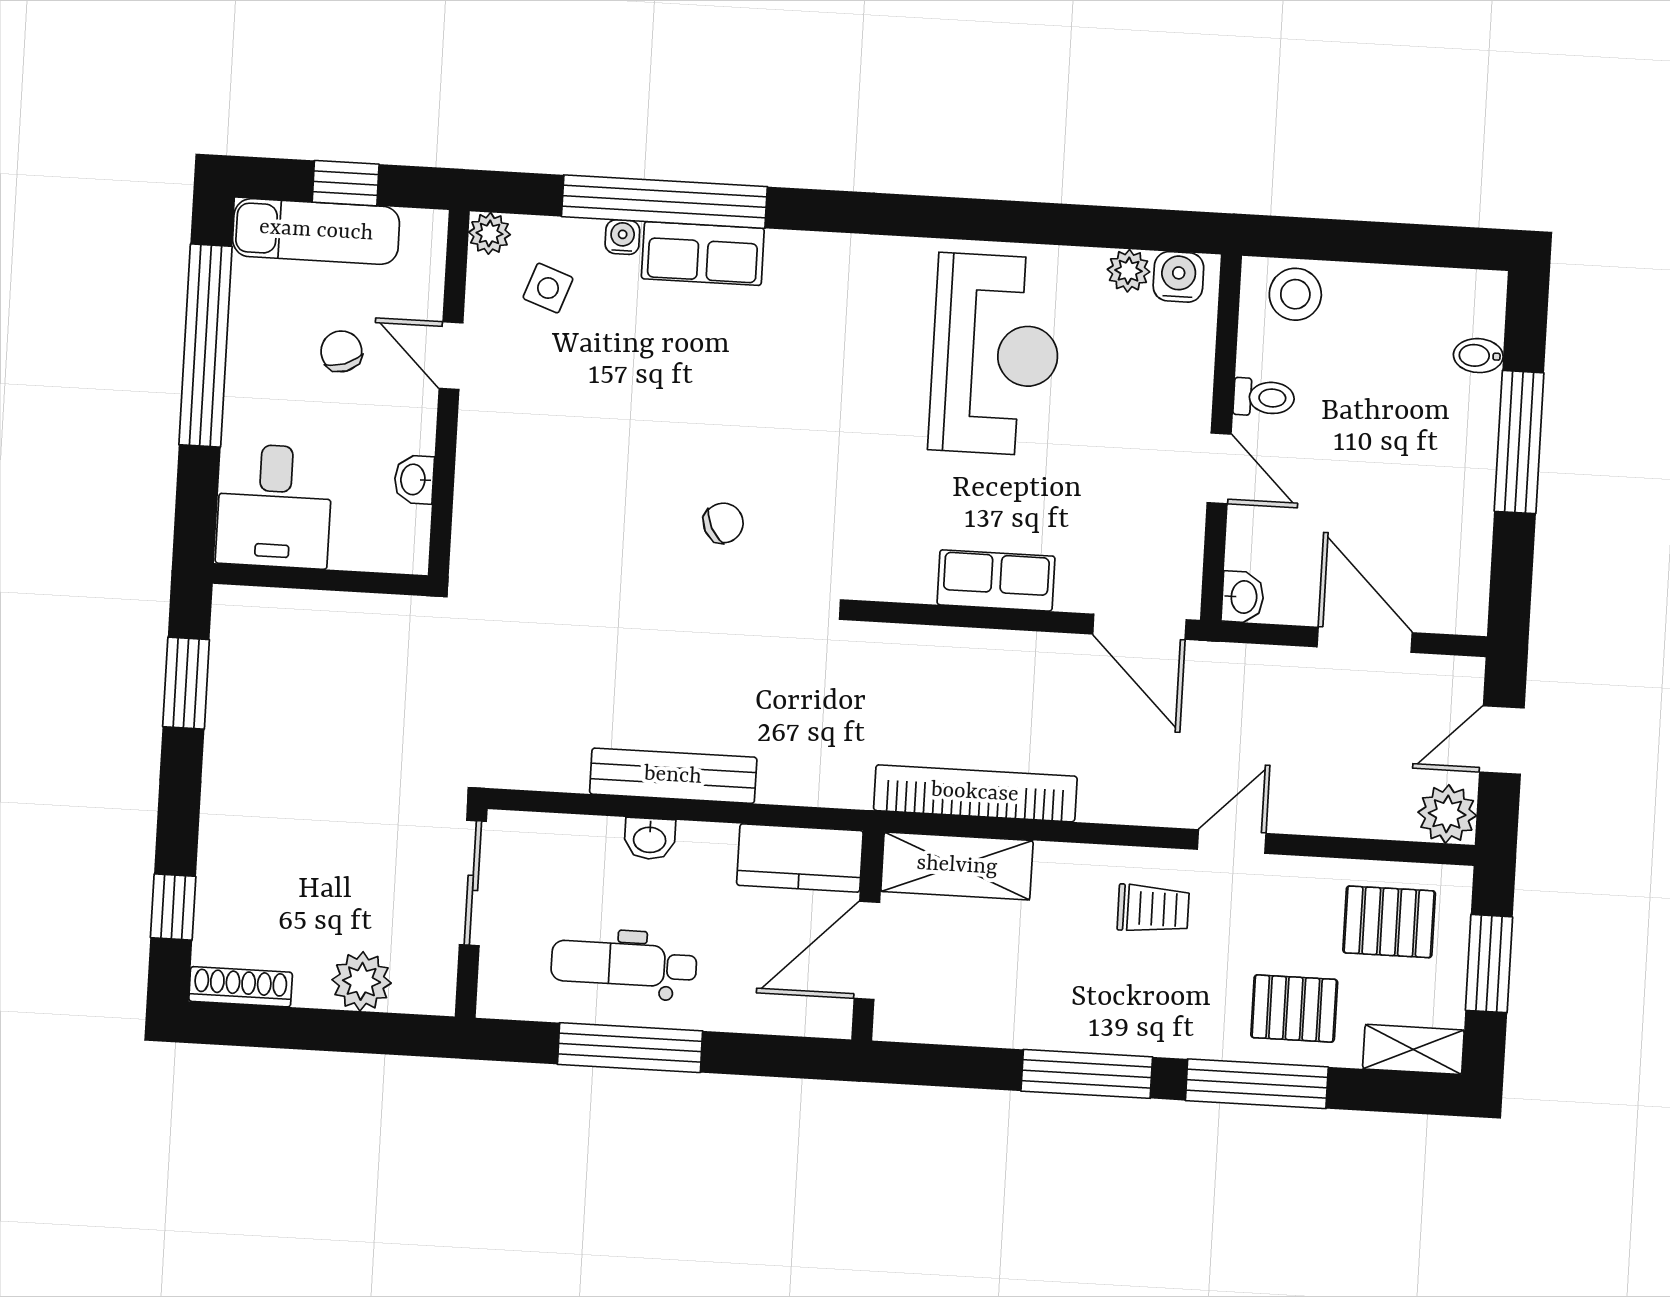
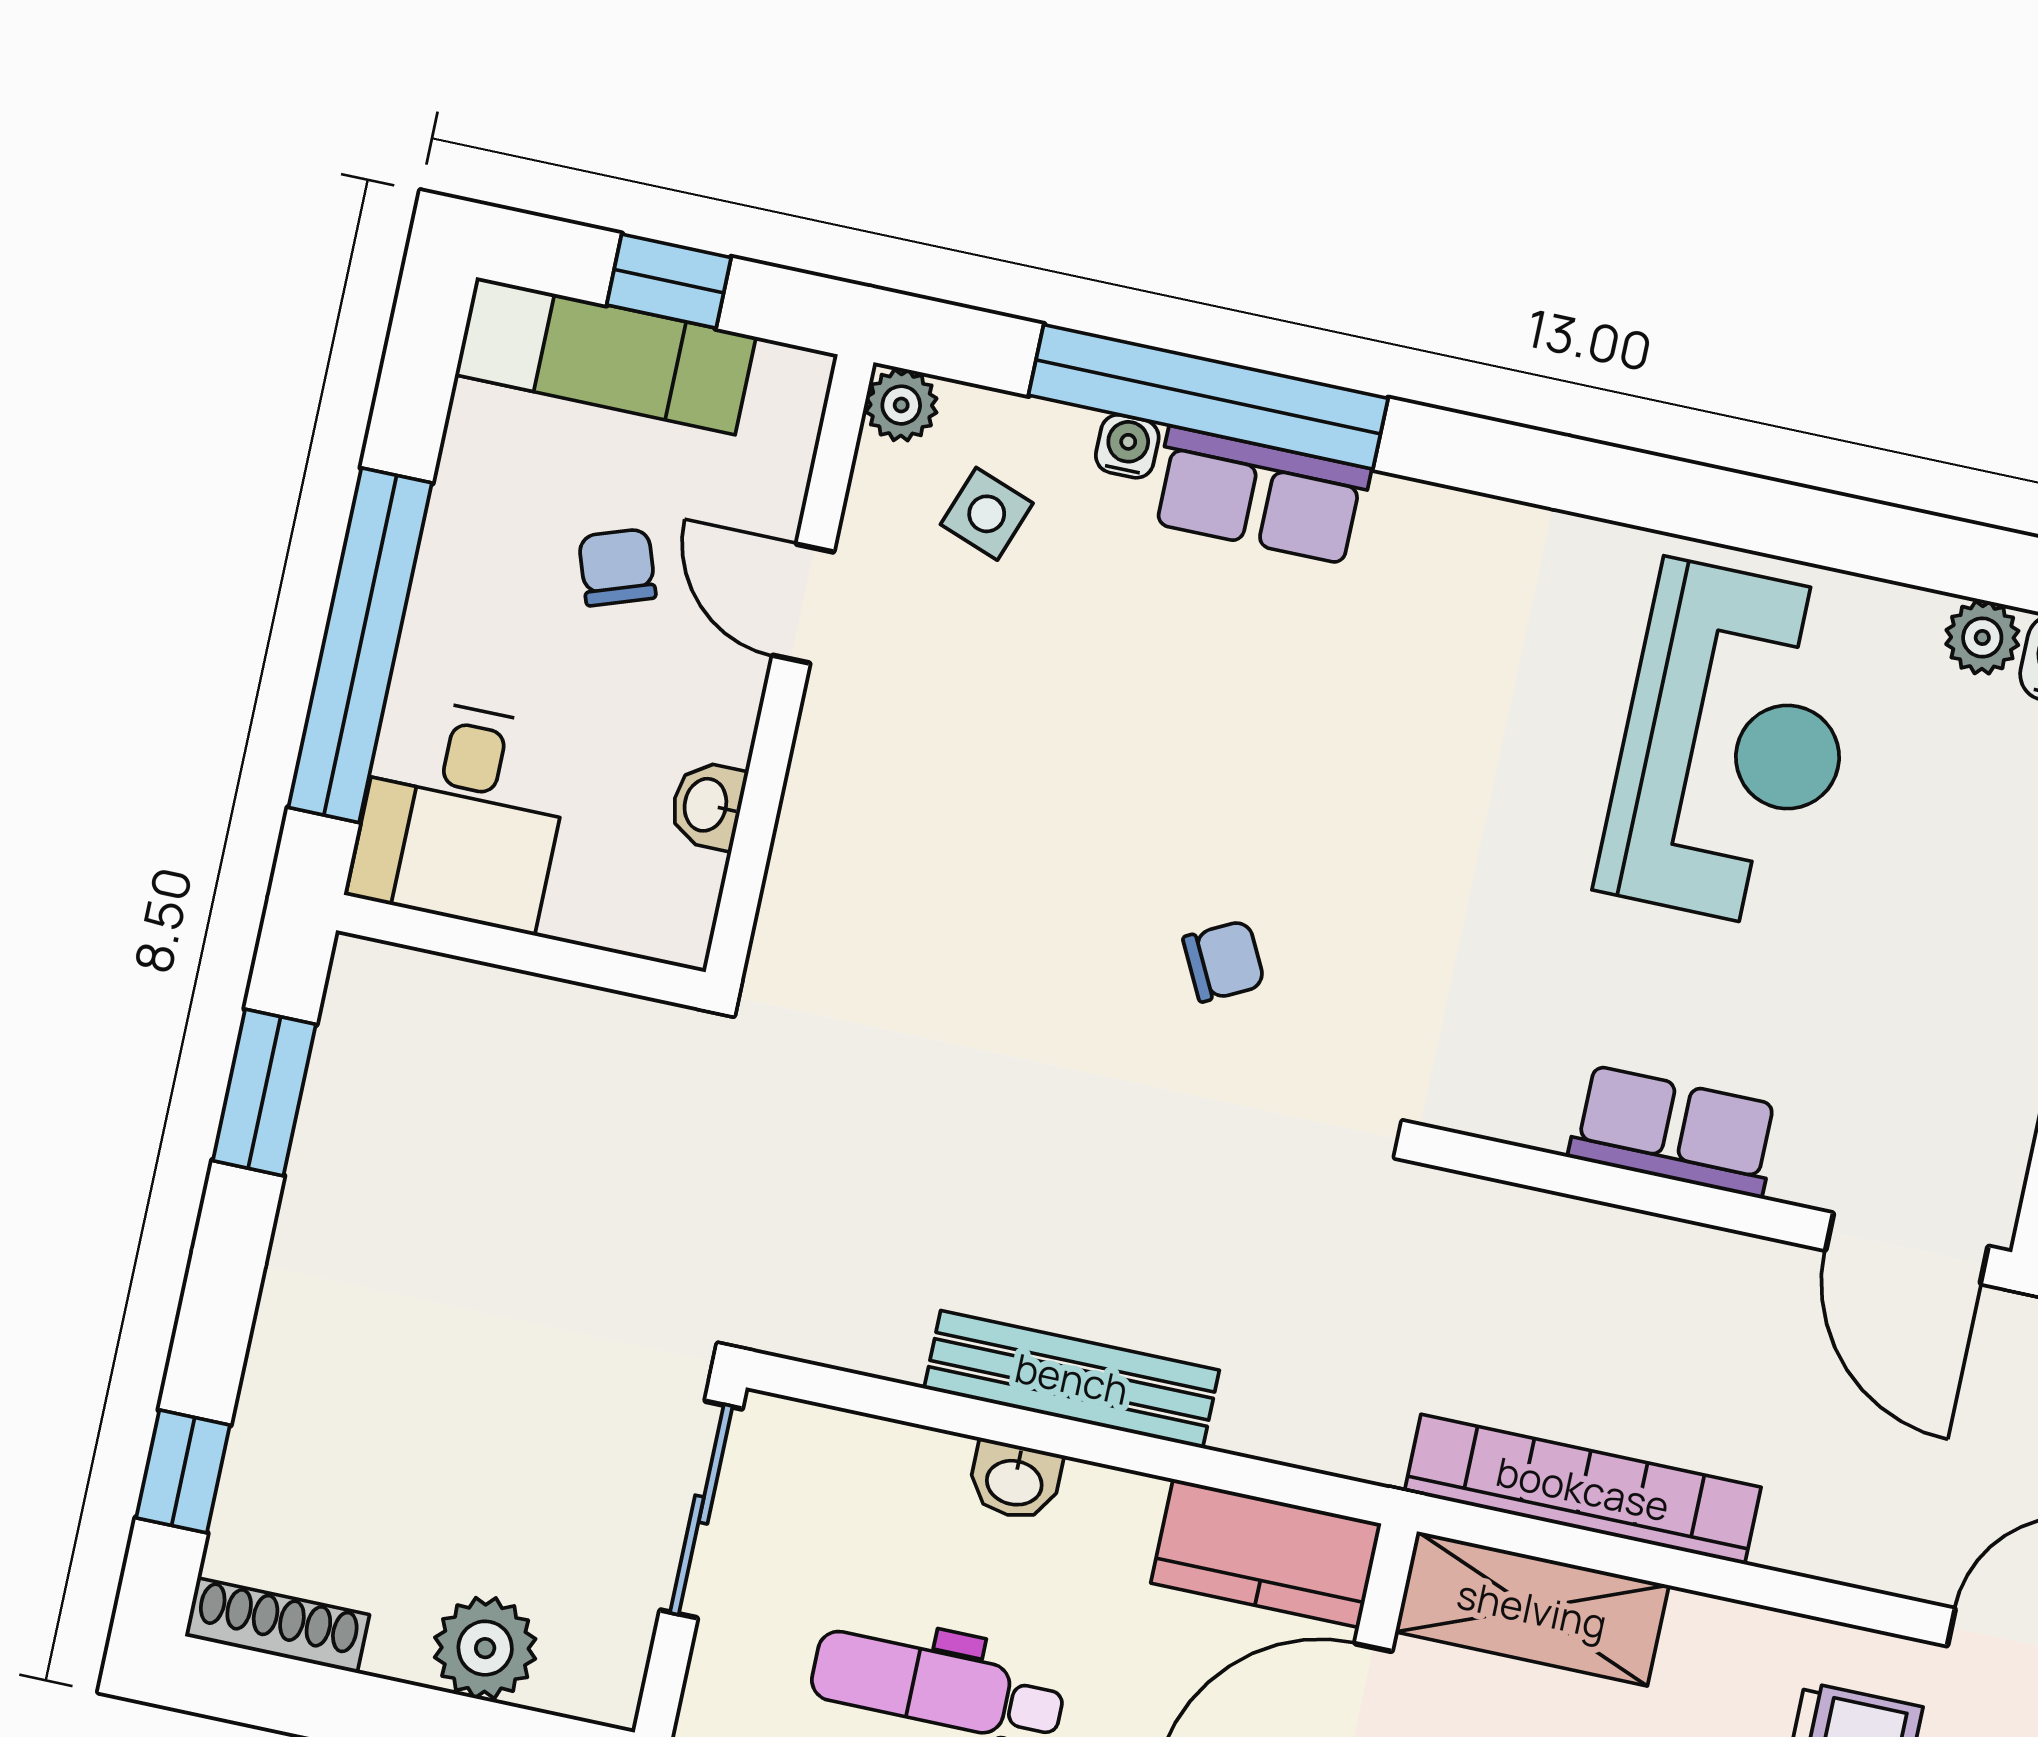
window: (206, 346) -> (360, 645), moved

